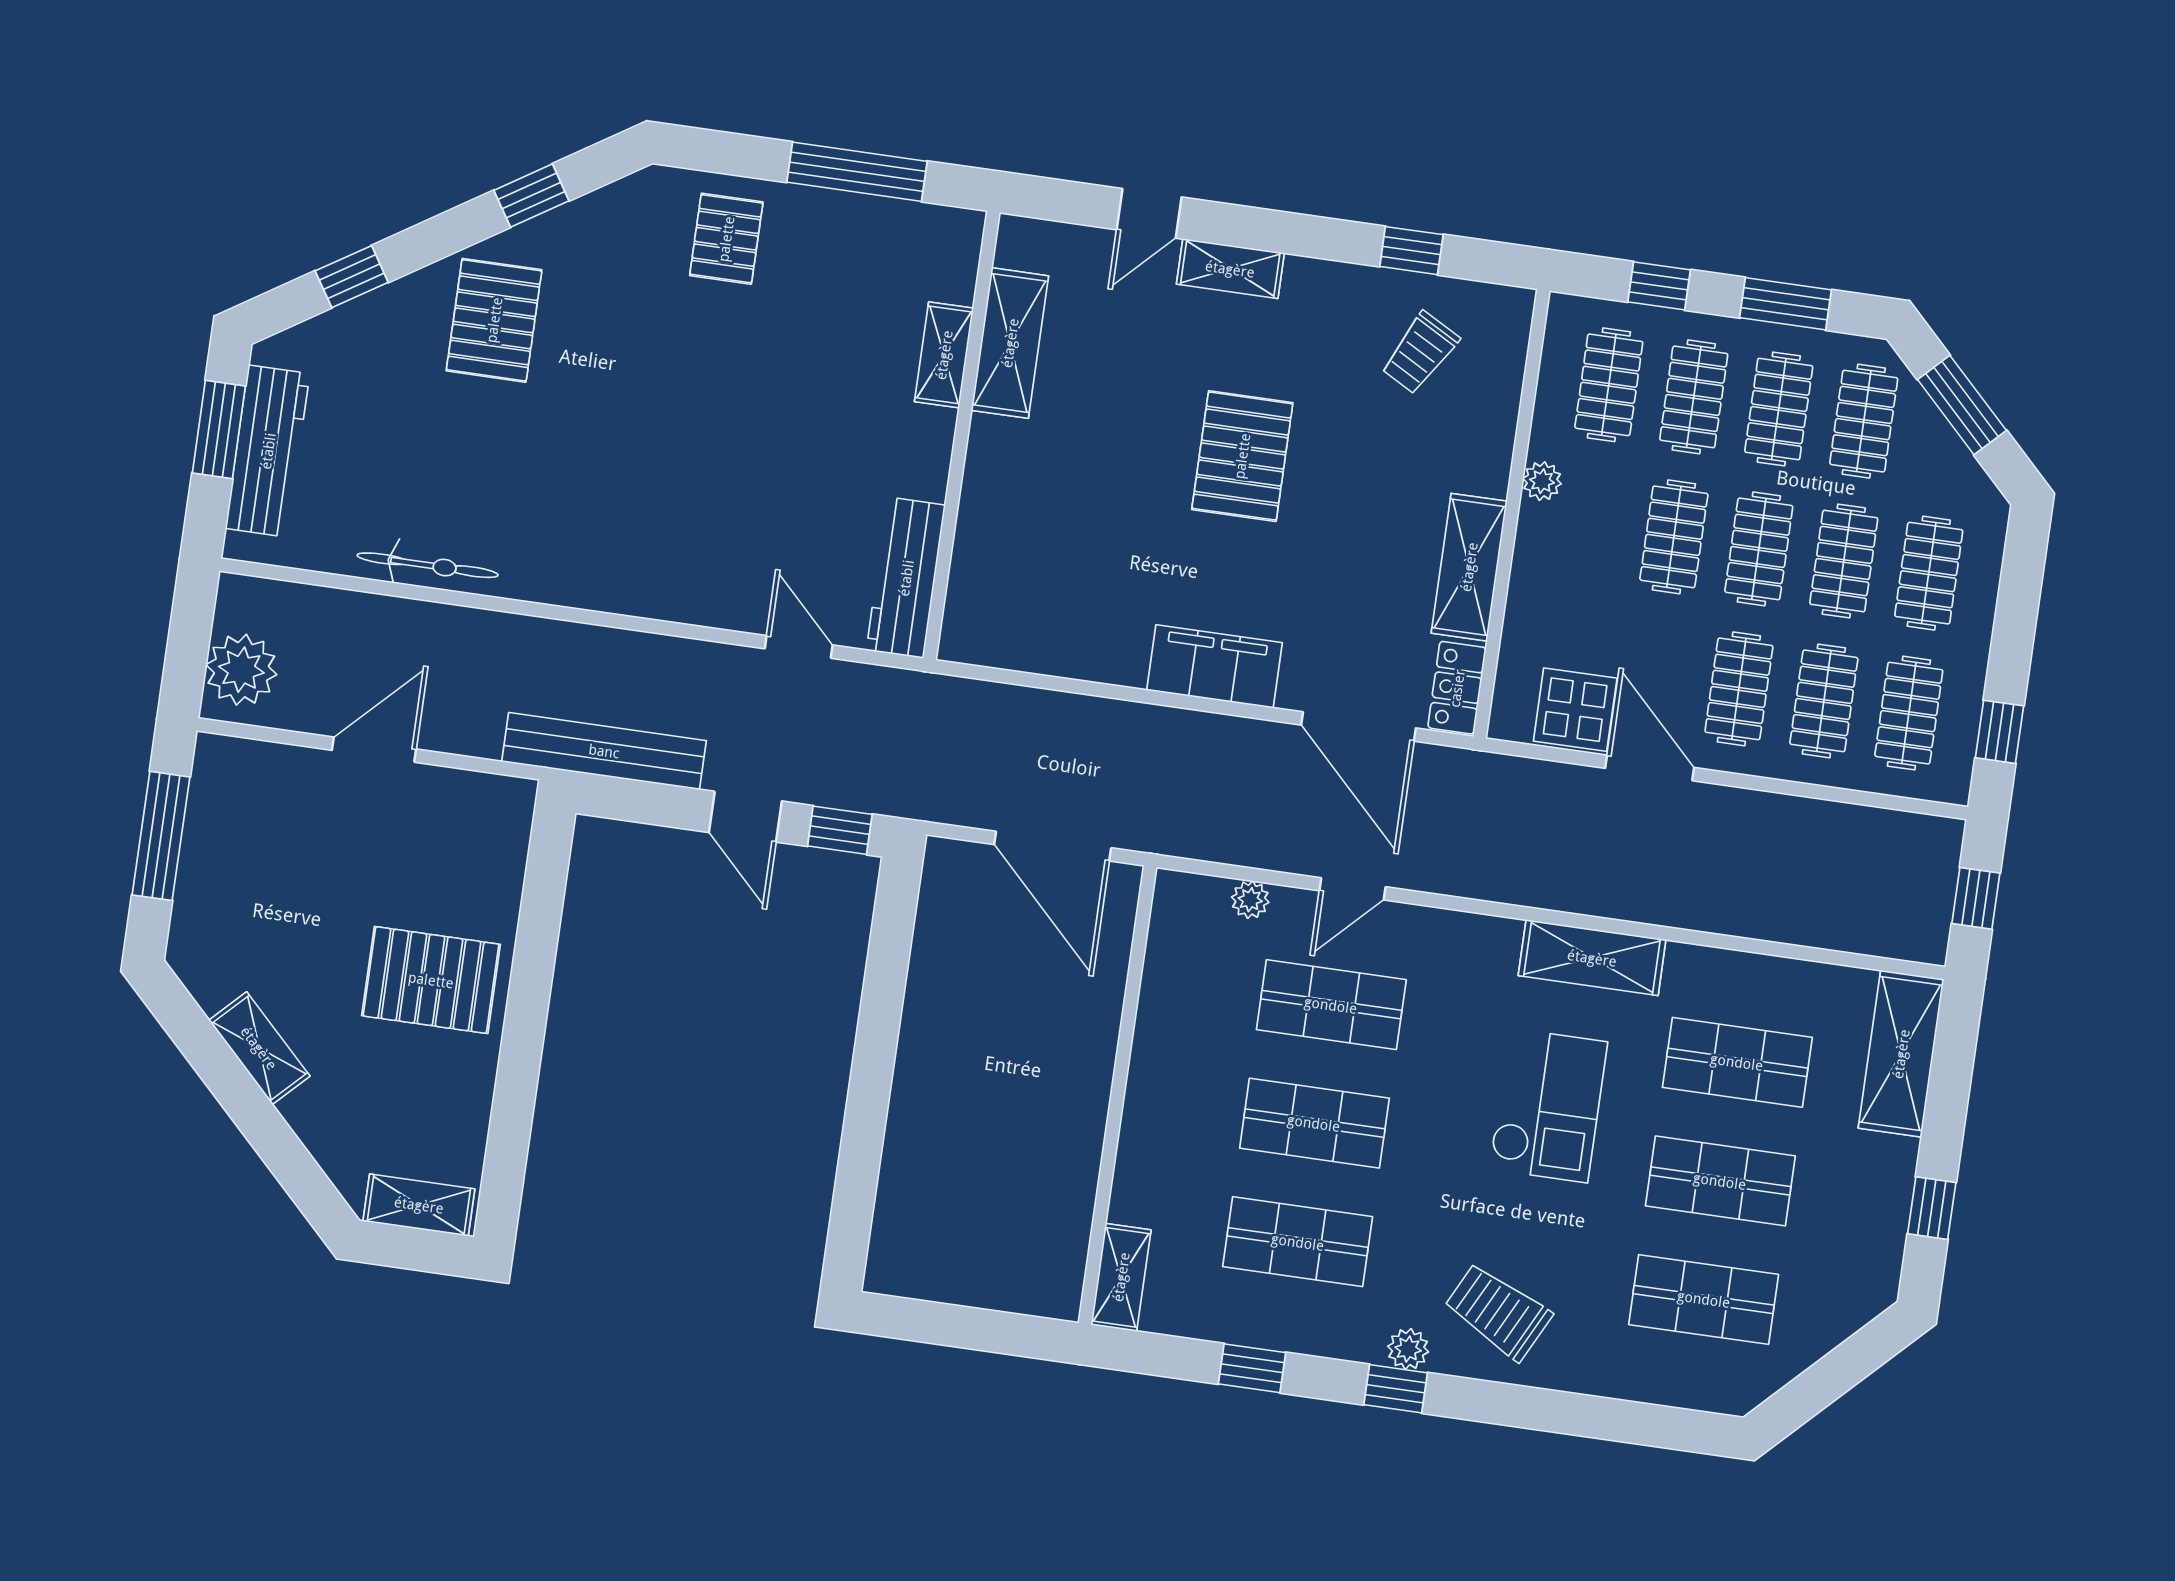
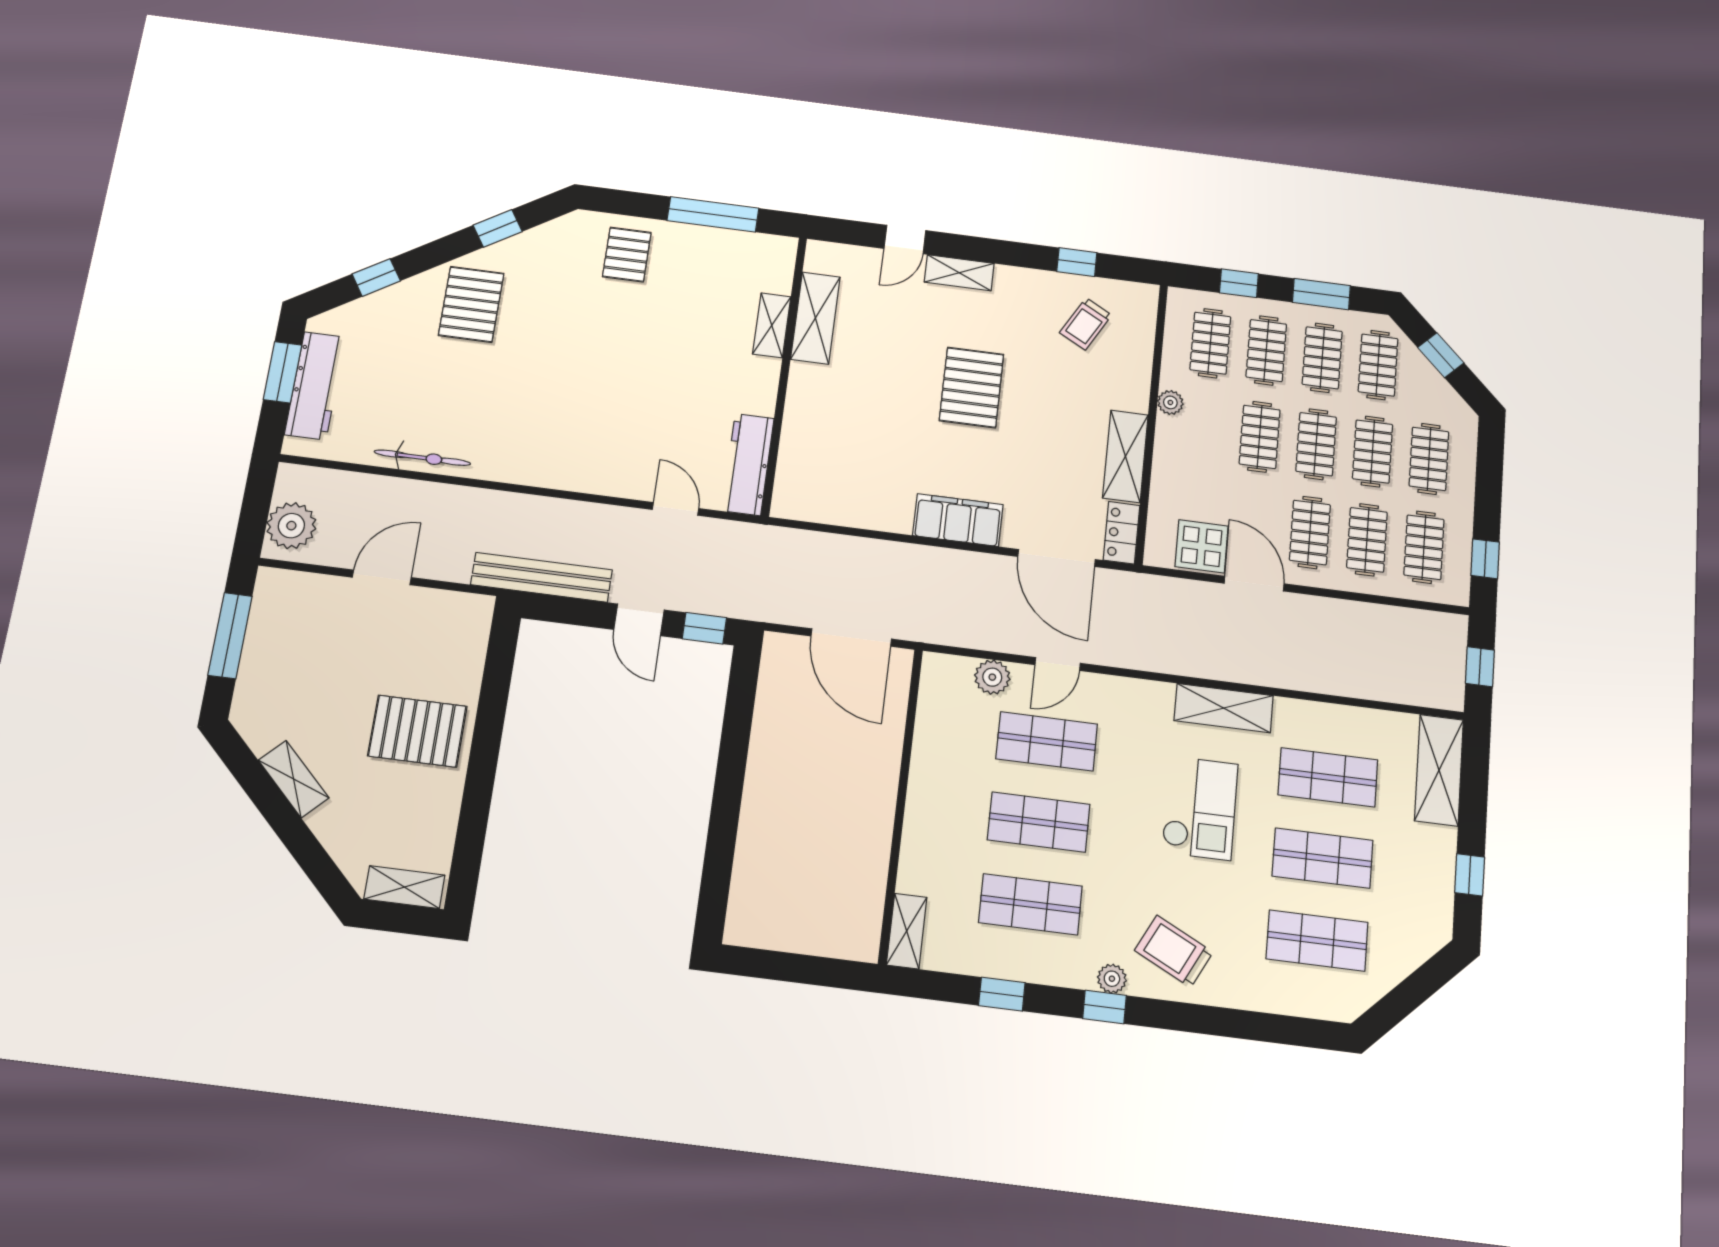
window: (1962, 405) -> (1441, 355), width x0.67
plant: (1250, 900) -> (992, 677), width x1.38, depth x1.38

